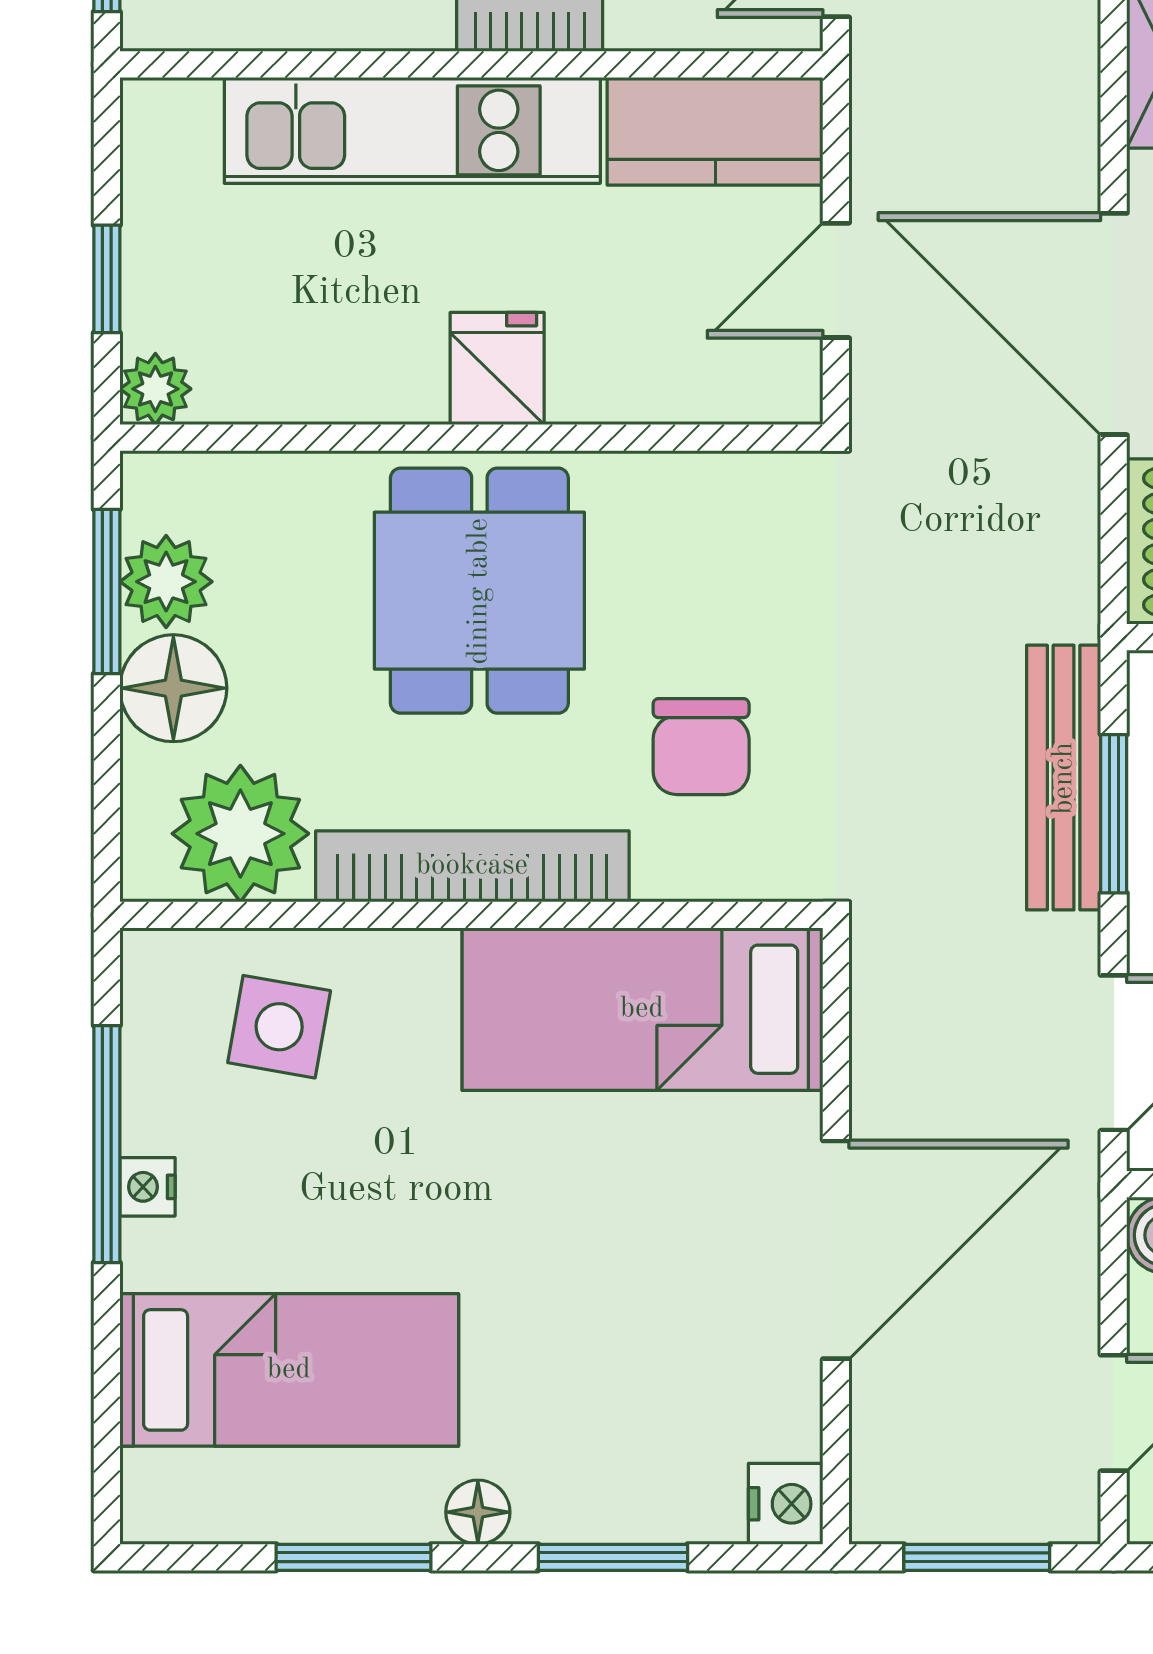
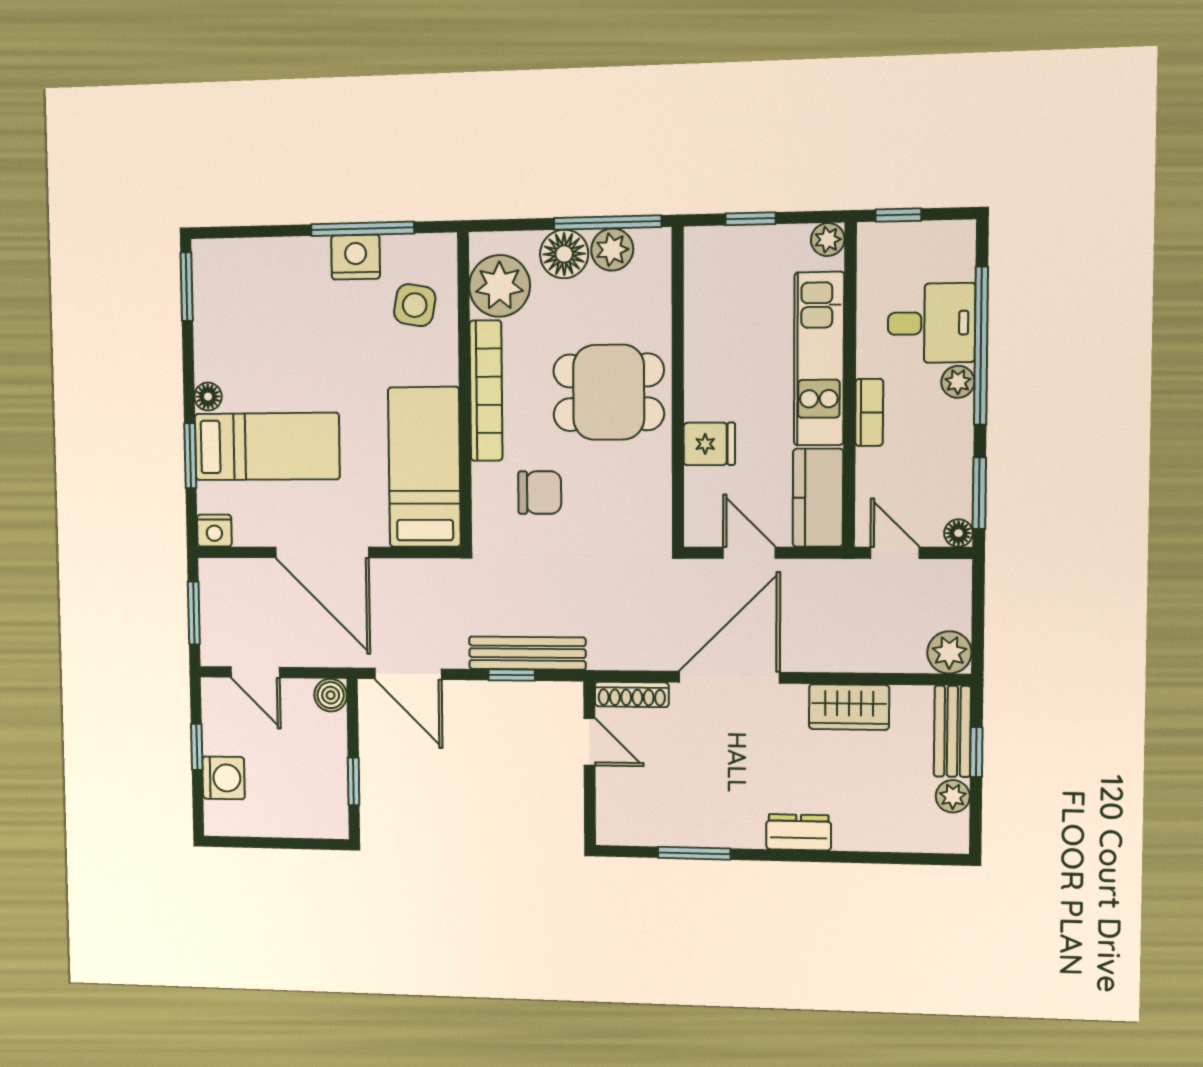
fridge: (497, 368) -> (709, 444), moved
plant: (155, 389) -> (828, 240), moved
window: (107, 592) -> (608, 222), width x1.44
chair: (701, 747) -> (540, 493), turned 180
window: (1114, 814) -> (512, 675), width x0.67
nightstand: (147, 1187) -> (356, 257), width x1.89, depth x1.79
bed: (289, 1370) -> (267, 446), moved, turned -90
window: (353, 1557) -> (187, 287), moved

